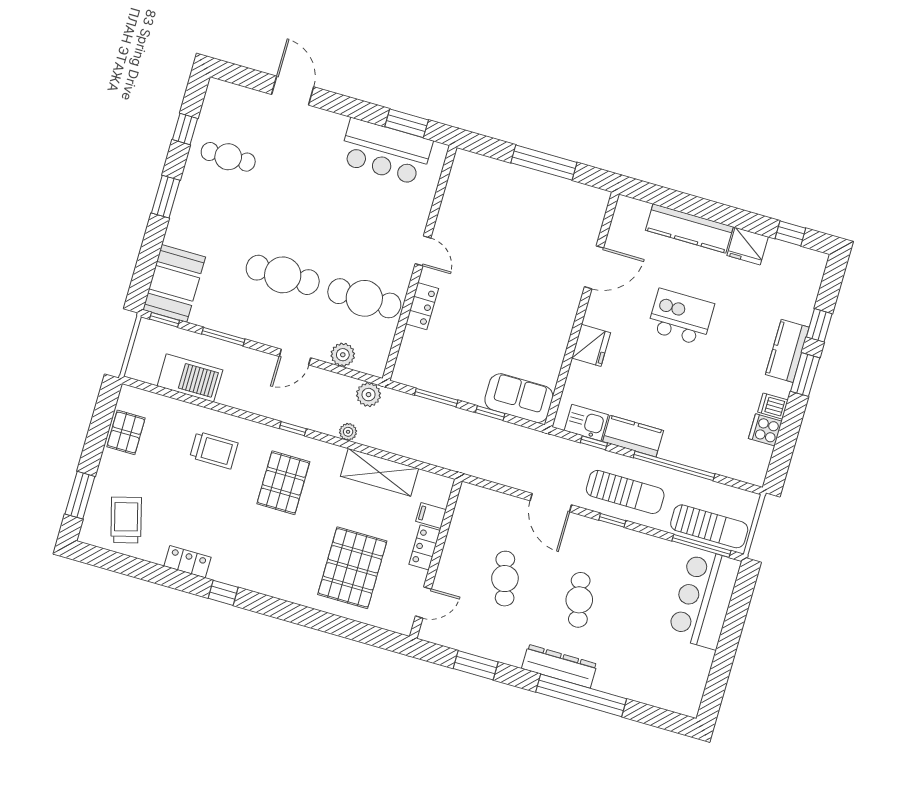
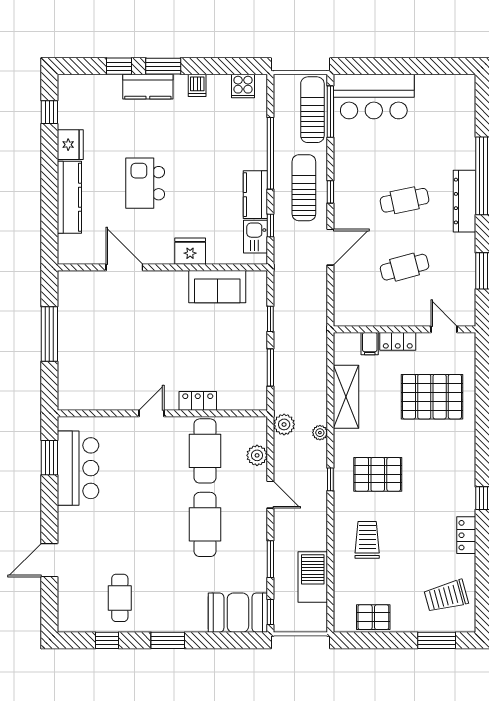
sofa: (519, 398) -> (217, 287), moved, turned -90
cooker: (765, 430) -> (243, 86), moved

